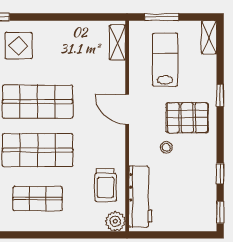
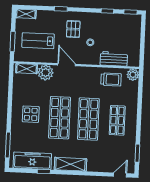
display table: (19, 46) -> (31, 114), moved
plant: (112, 75) -> (46, 73), added
door: (127, 109) -> (67, 65), swing flipped
pallet: (187, 118) -> (73, 29), width x0.67, depth x0.71
workbench: (140, 196) -> (114, 59), width x0.73

